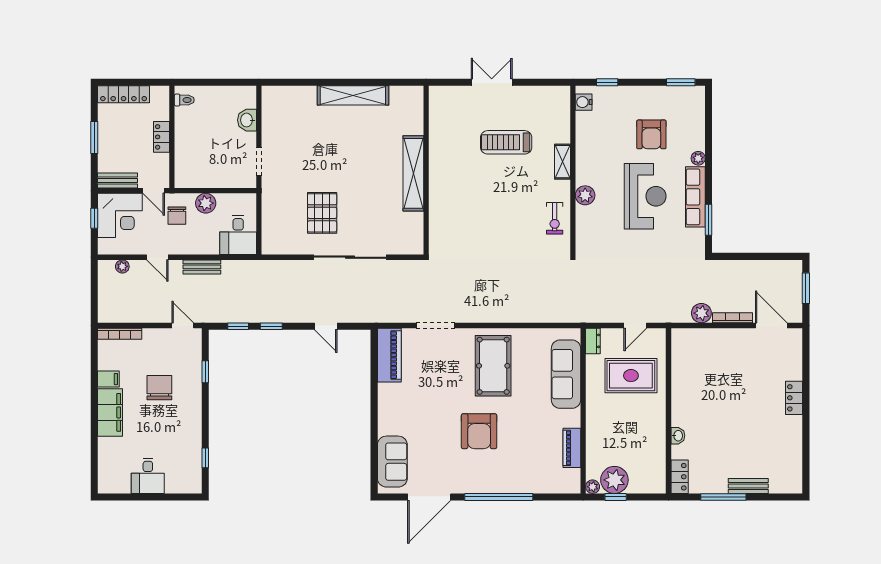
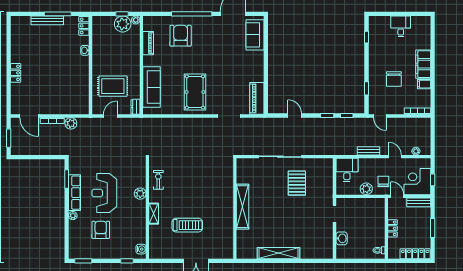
armchair: (479, 431) -> (181, 36), moved
bench: (748, 486) -> (47, 20), width x1.36

